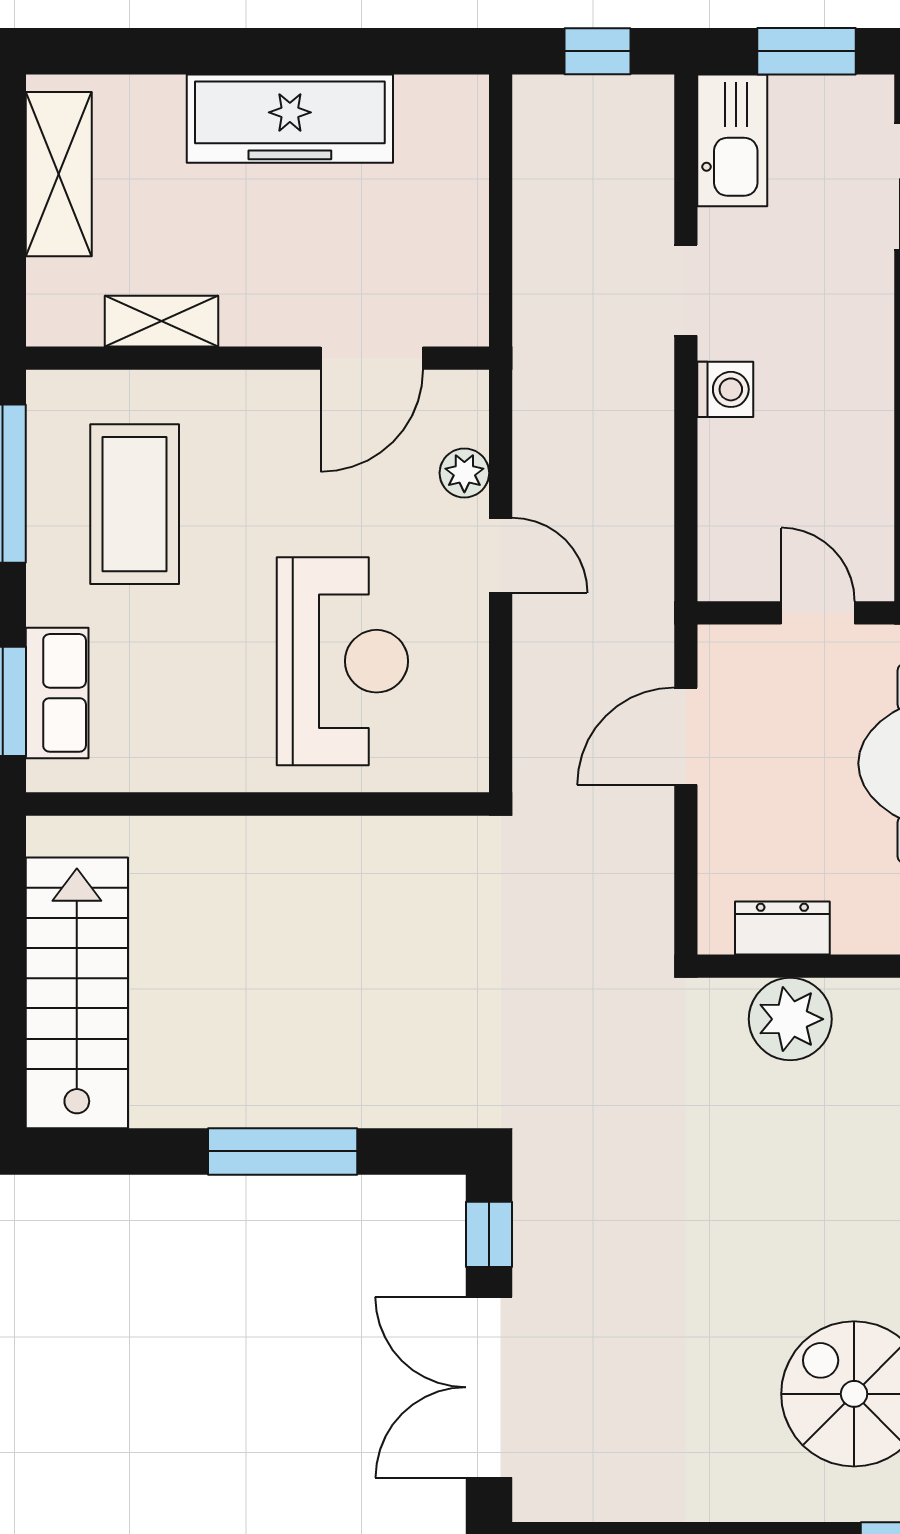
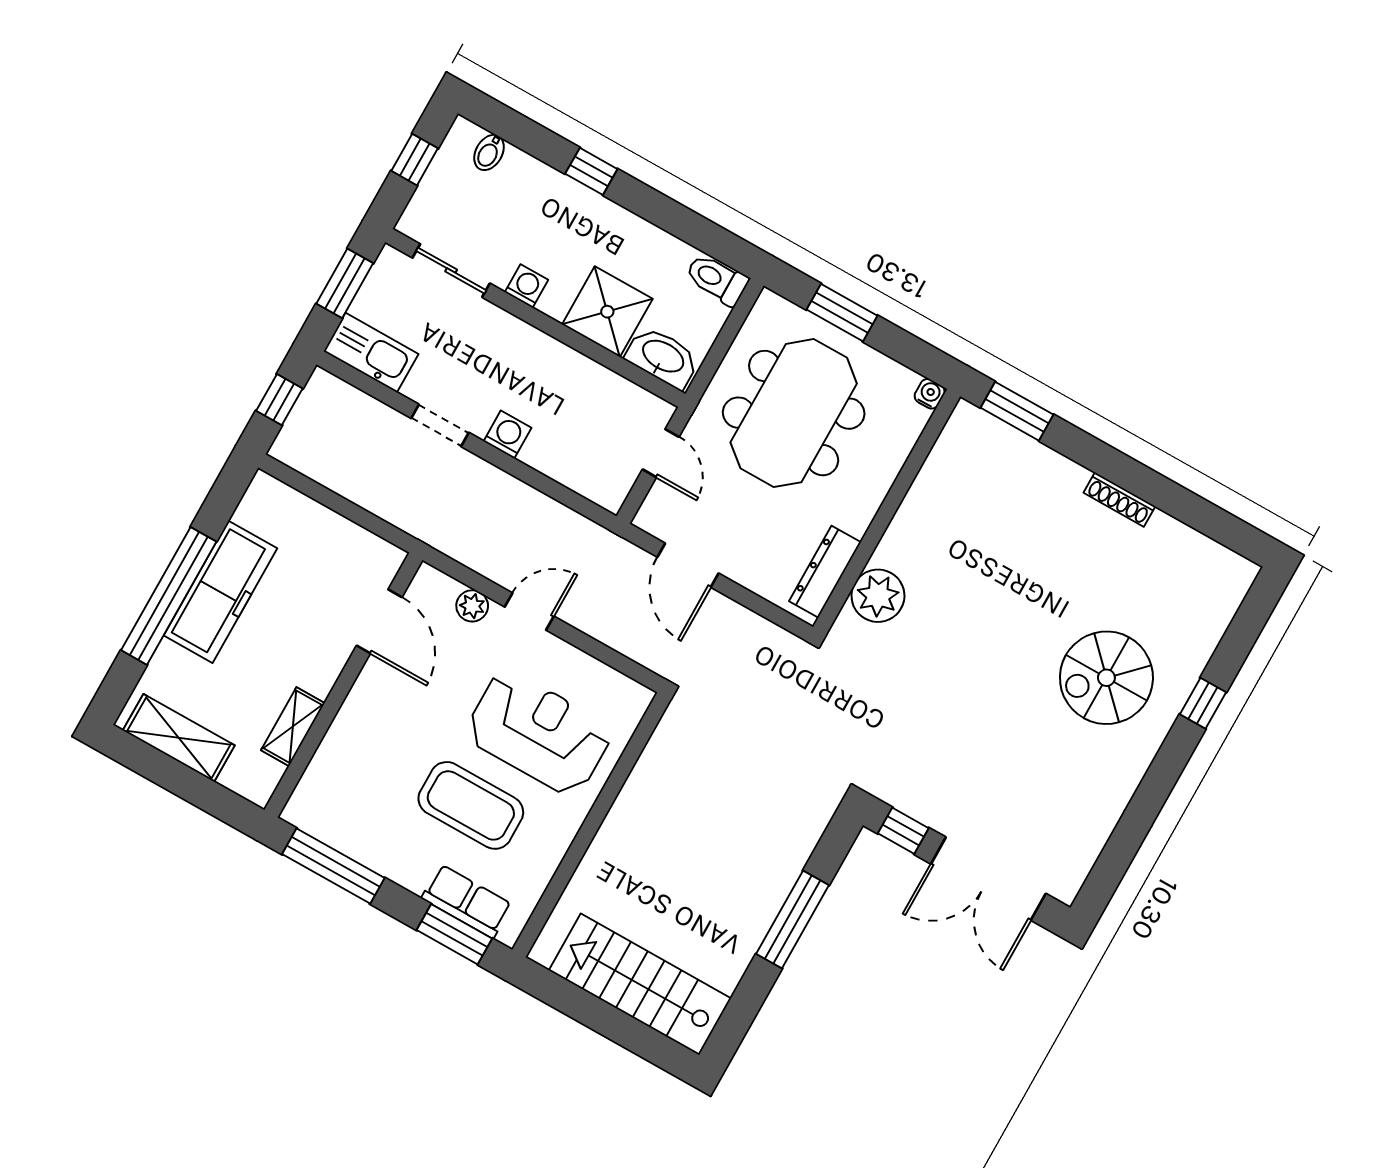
window: (245, 51) -> (169, 596), added
coffee table: (135, 504) -> (471, 805), moved
door: (818, 613) -> (661, 453), swing flipped
dresser: (782, 928) -> (825, 572), width x1.44

